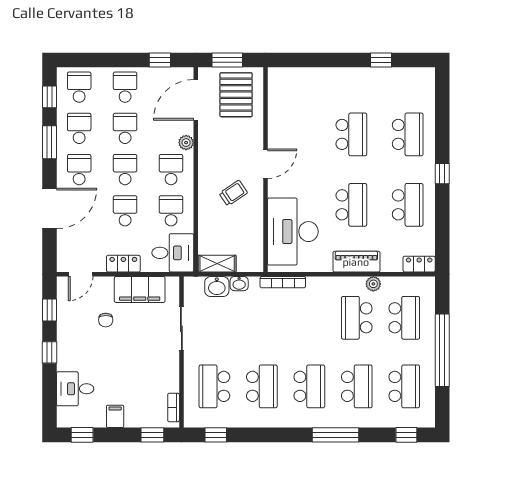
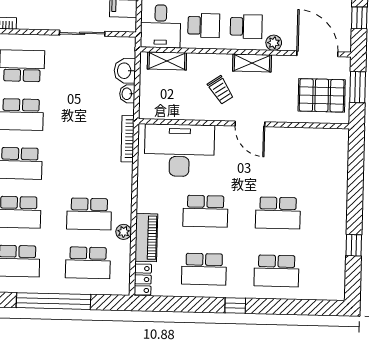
shelving: (206, 163) -> (252, 63), added
piano: (356, 262) -> (146, 238), moved
shelving: (217, 264) -> (167, 61), moved, turned 90
school desk: (357, 318) -> (89, 214), turned 180

